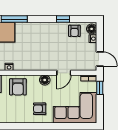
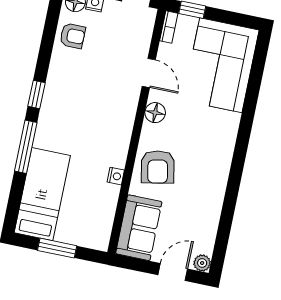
window: (63, 19) -> (37, 95), moved
armchair: (18, 87) -> (158, 167), turned 79
armchair: (40, 109) -> (209, 134), removed

